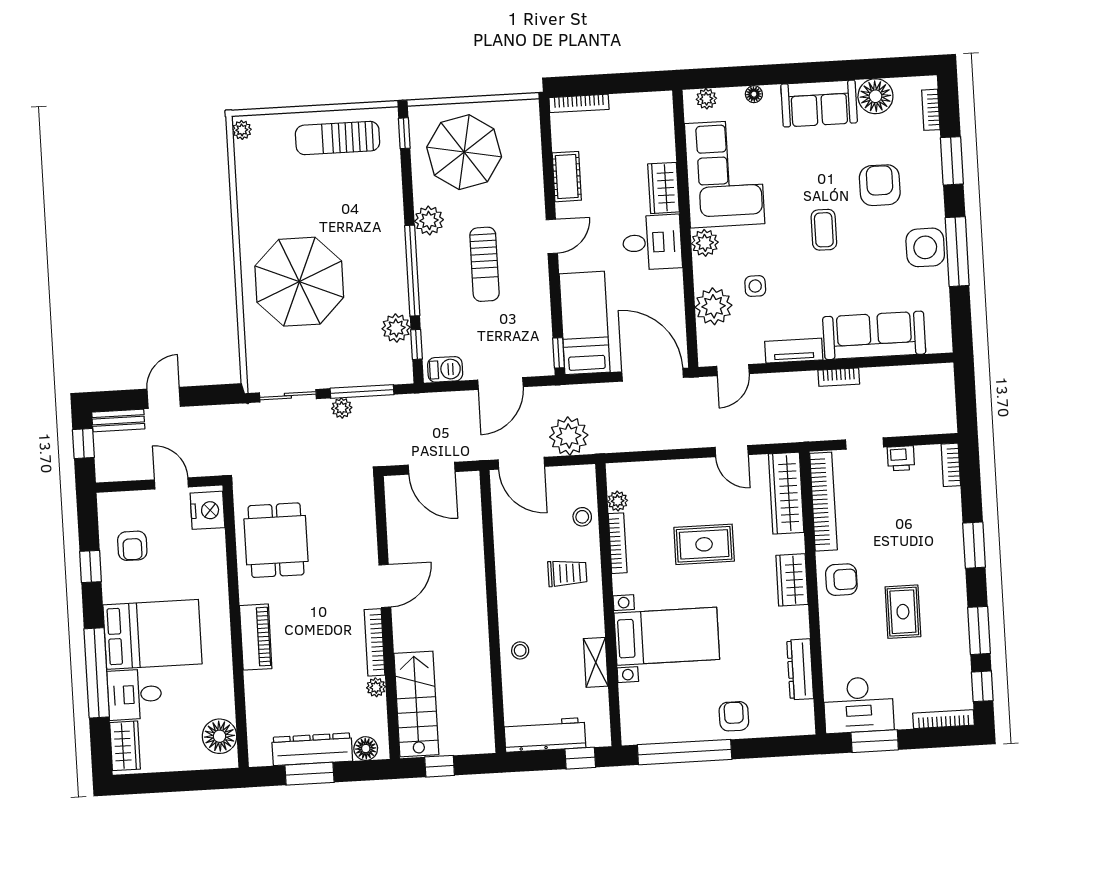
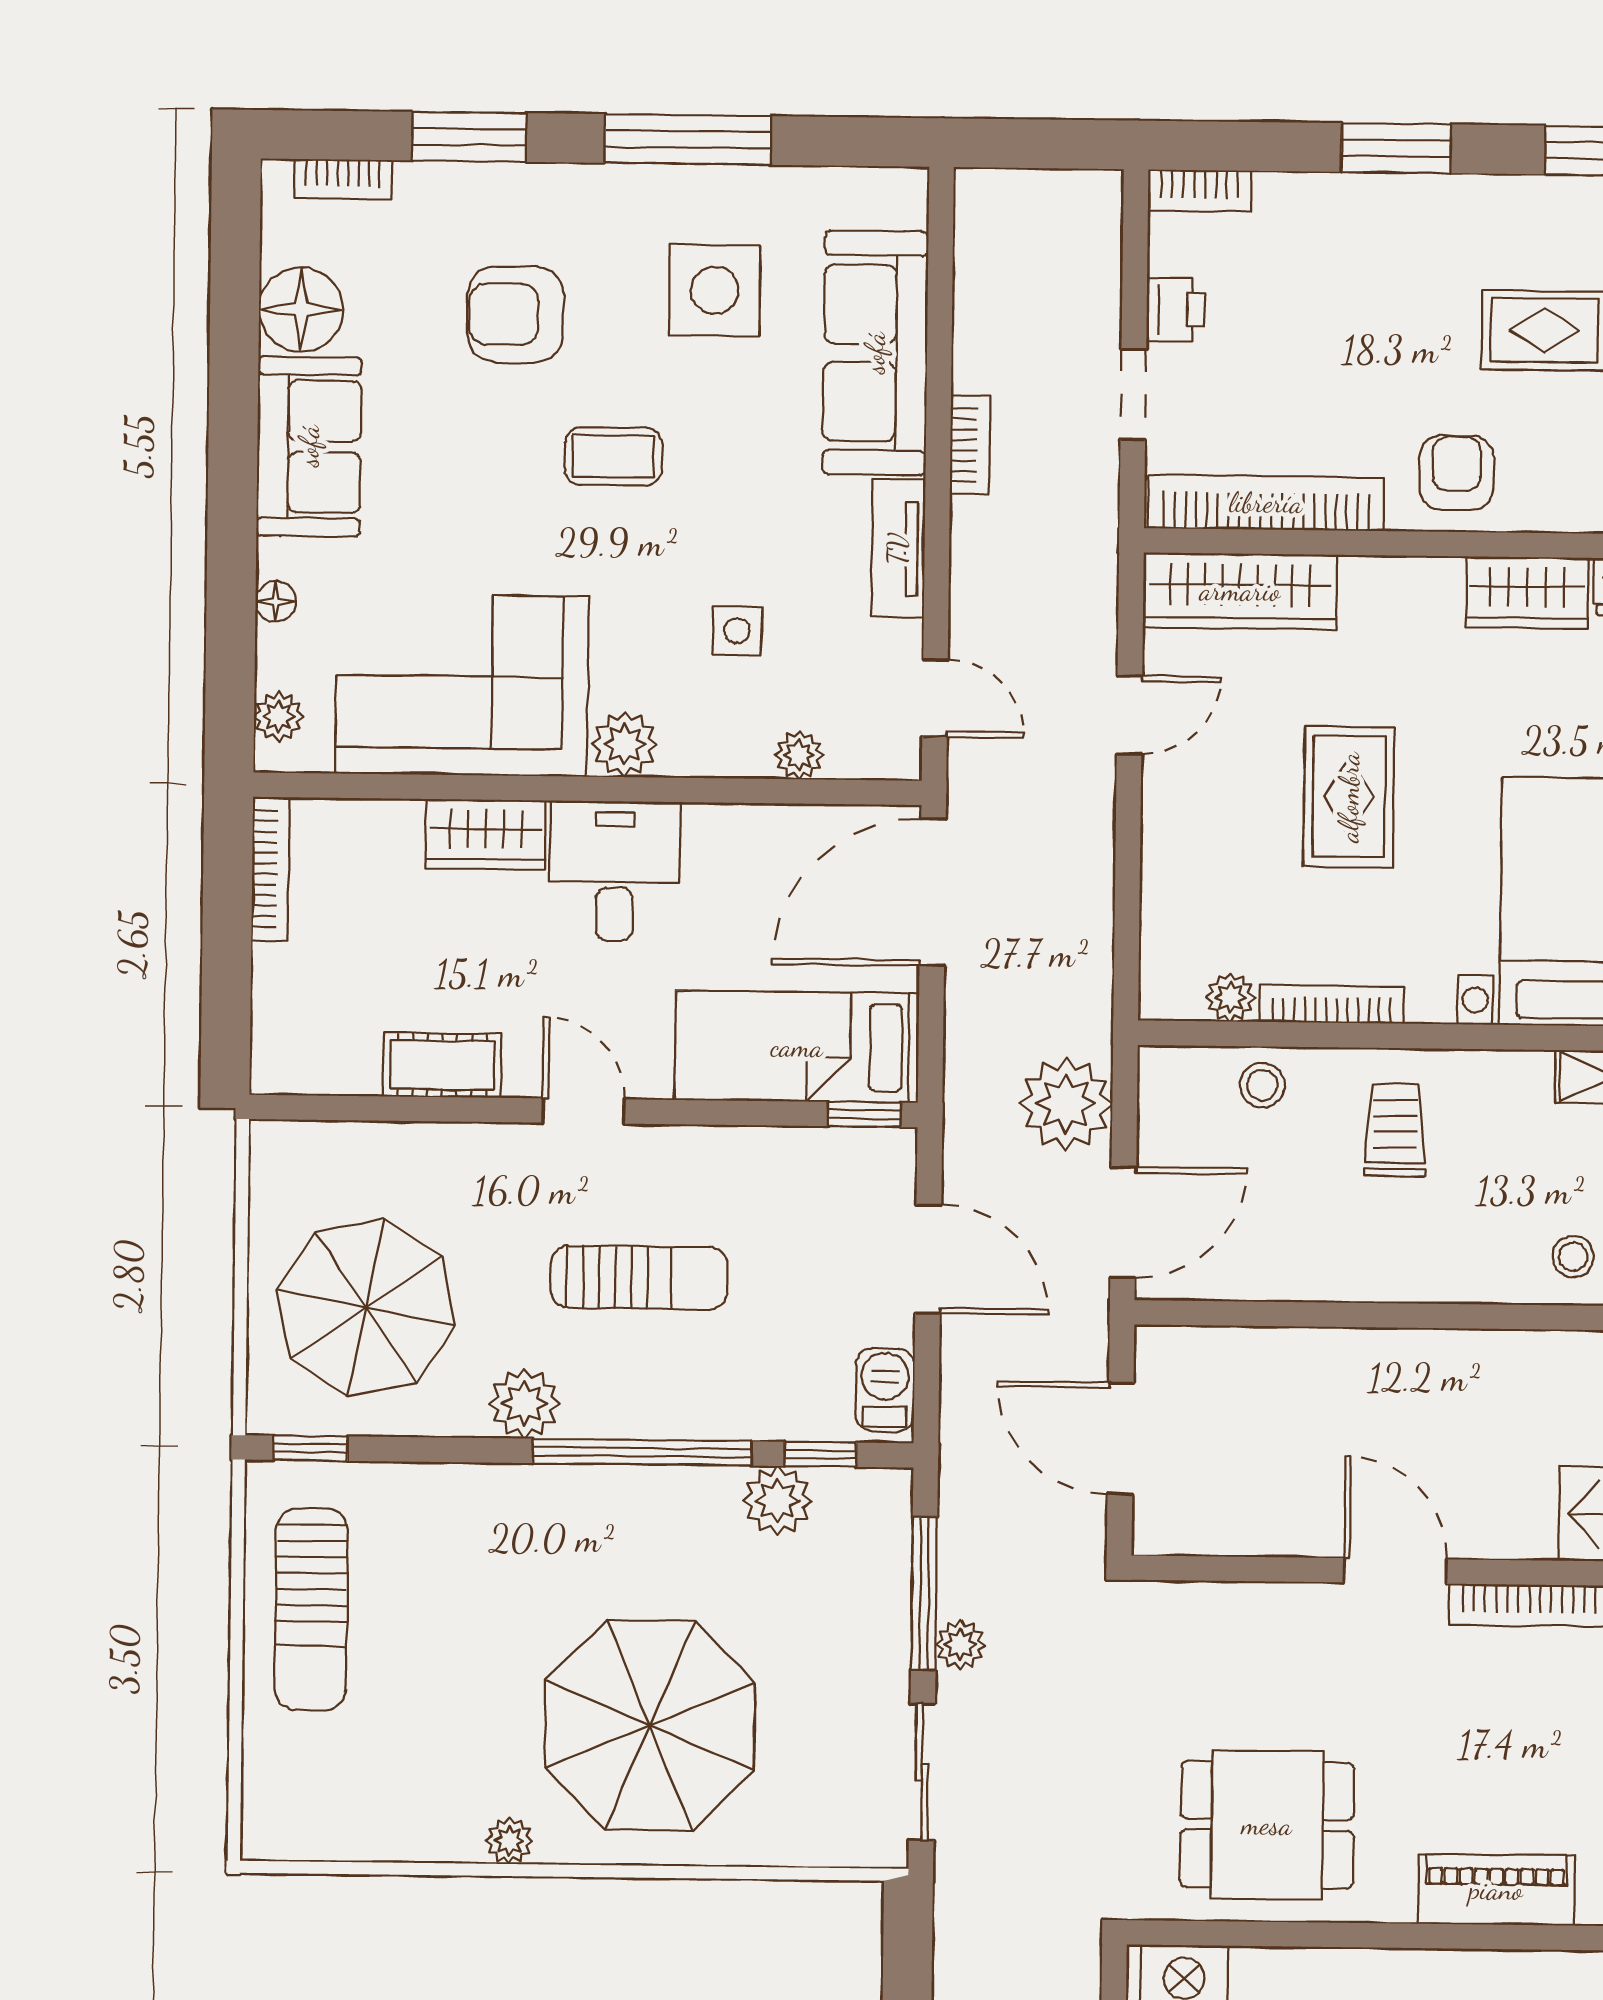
bookcase: (579, 103) -> (270, 869), moved
plant: (242, 130) -> (509, 1841), moved
side table: (925, 247) -> (715, 290), moved
plant: (714, 306) -> (799, 755), width x0.53, depth x0.53
door: (432, 468) -> (1121, 1439), swing flipped
wardrobe: (792, 580) -> (1527, 593), moved

